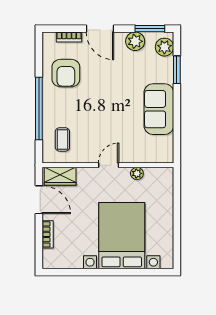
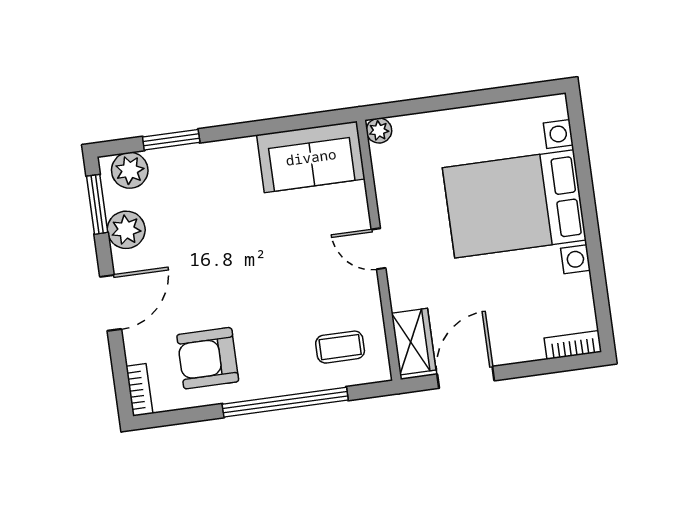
bookcase: (69, 37) -> (139, 390), moved
armchair: (66, 73) -> (208, 358), turned 180
sofa: (159, 109) -> (311, 157), moved
plant: (137, 173) -> (379, 131), moved
bookcase: (48, 234) -> (573, 345), moved

